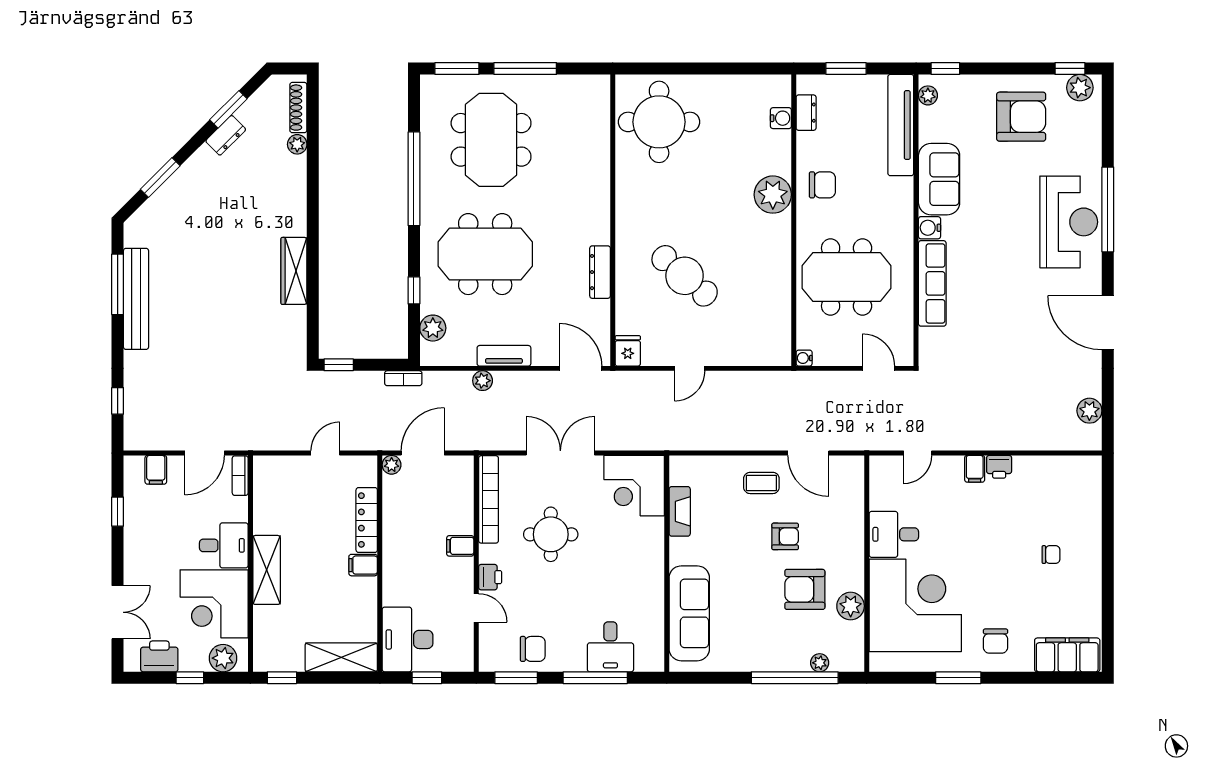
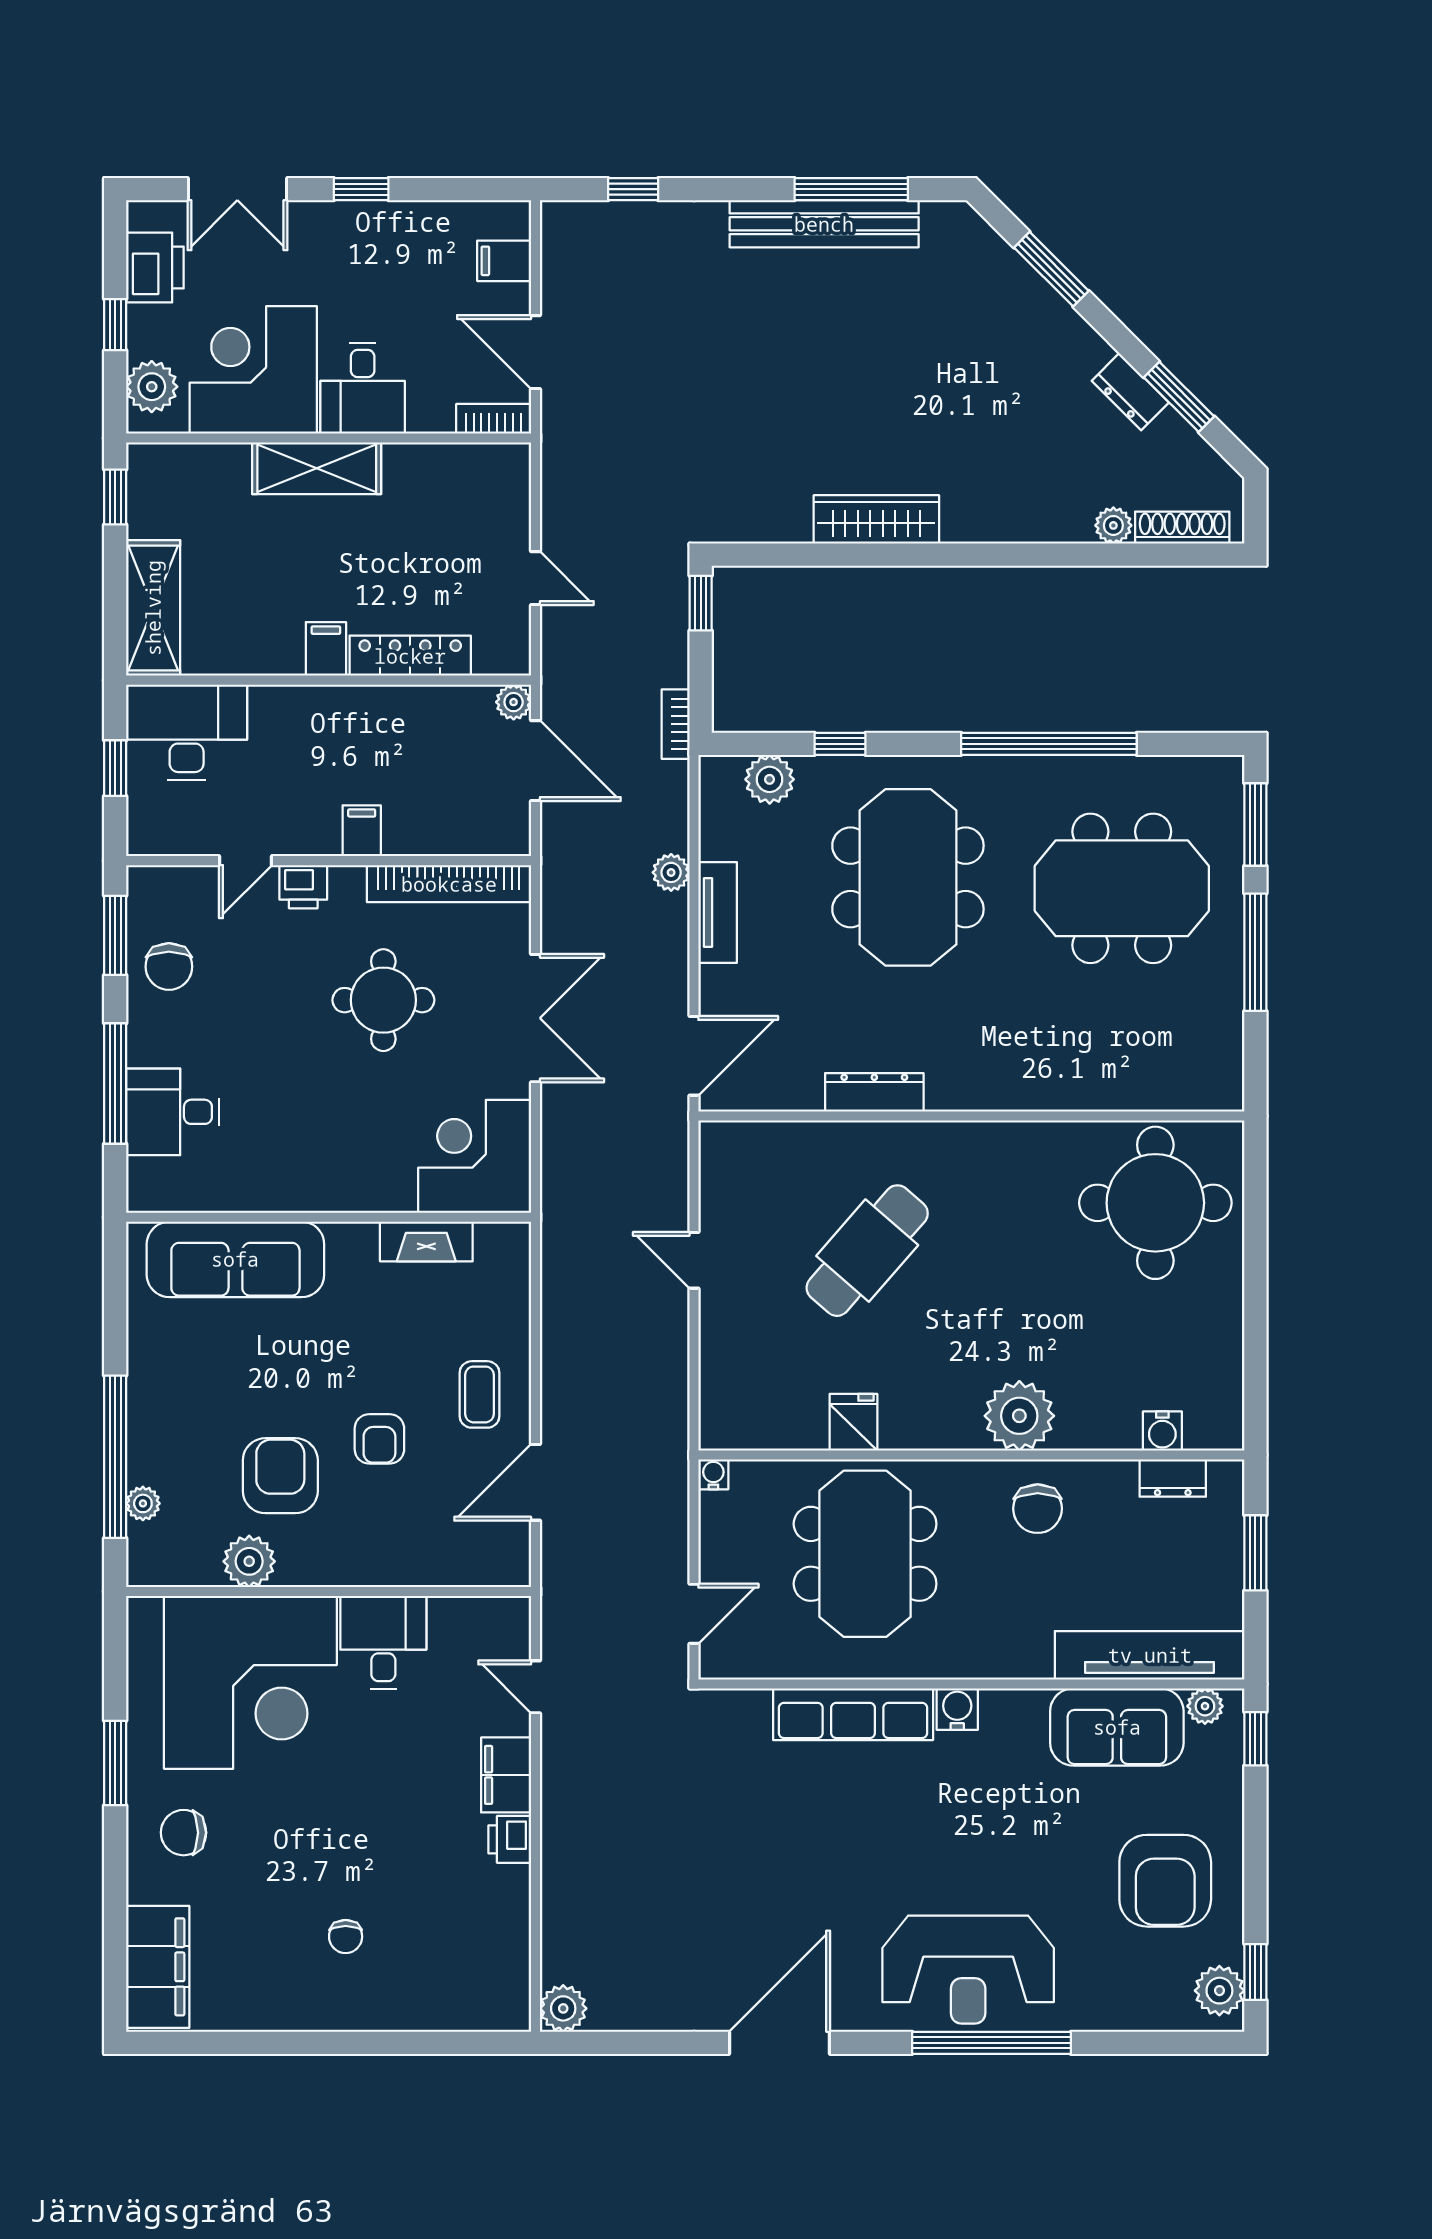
sofa: (939, 179) -> (1117, 1727), moved
fridge: (628, 351) -> (854, 1422), moved, turned -90
plant: (1089, 411) -> (563, 2008), moved
filing cabinet: (975, 469) -> (506, 1775), width x2.00
window: (118, 512) -> (361, 189), moved

